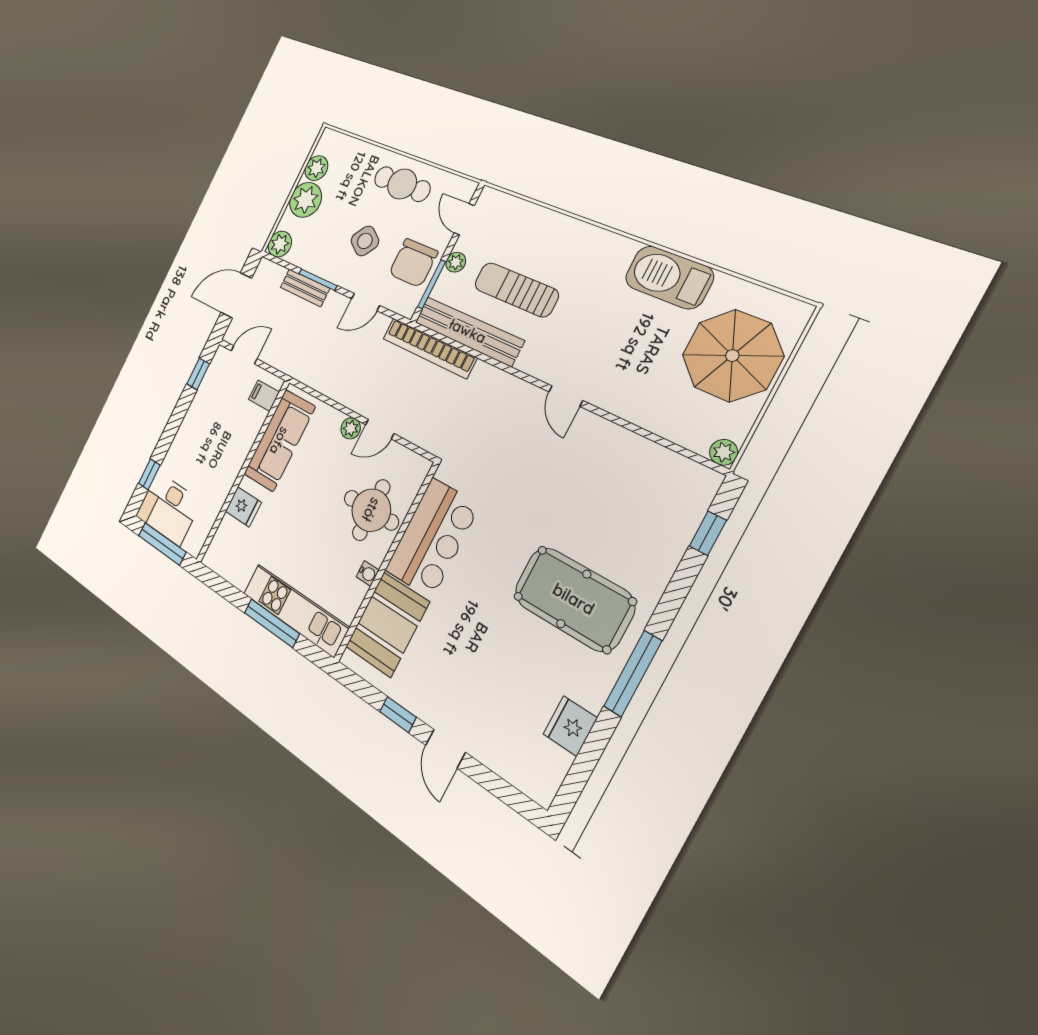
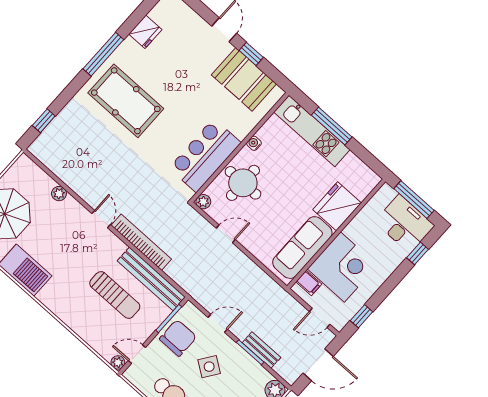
door: (464, 219) -> (137, 354), swing flipped
plant: (456, 262) -> (118, 362), moved
bookcase: (429, 348) -> (141, 242), moved
plant: (351, 428) -> (203, 202), moved
corner desk: (229, 430) -> (342, 267), added
plant: (724, 452) -> (59, 194), moved
fridge: (243, 507) -> (337, 206), width x1.88, depth x1.34
booth: (387, 624) -> (244, 79), moved, turned 90

